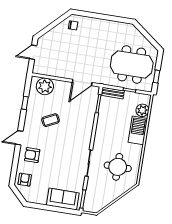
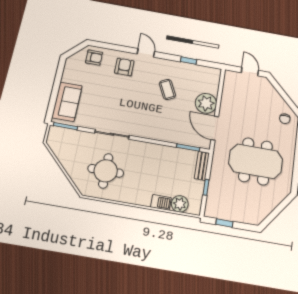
meeting table: (132, 64) -> (256, 161), moved, turned 90
plant: (45, 86) -> (206, 103), moved
barbecue: (138, 130) -> (161, 202), width x0.53, depth x0.65

